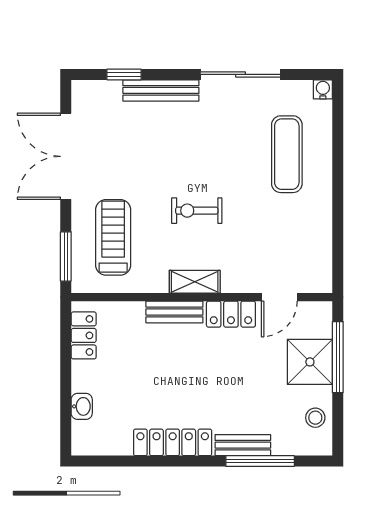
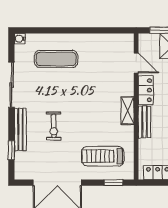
exercise bike: (197, 211) -> (54, 126), moved
window: (66, 256) -> (113, 183), width x0.67

